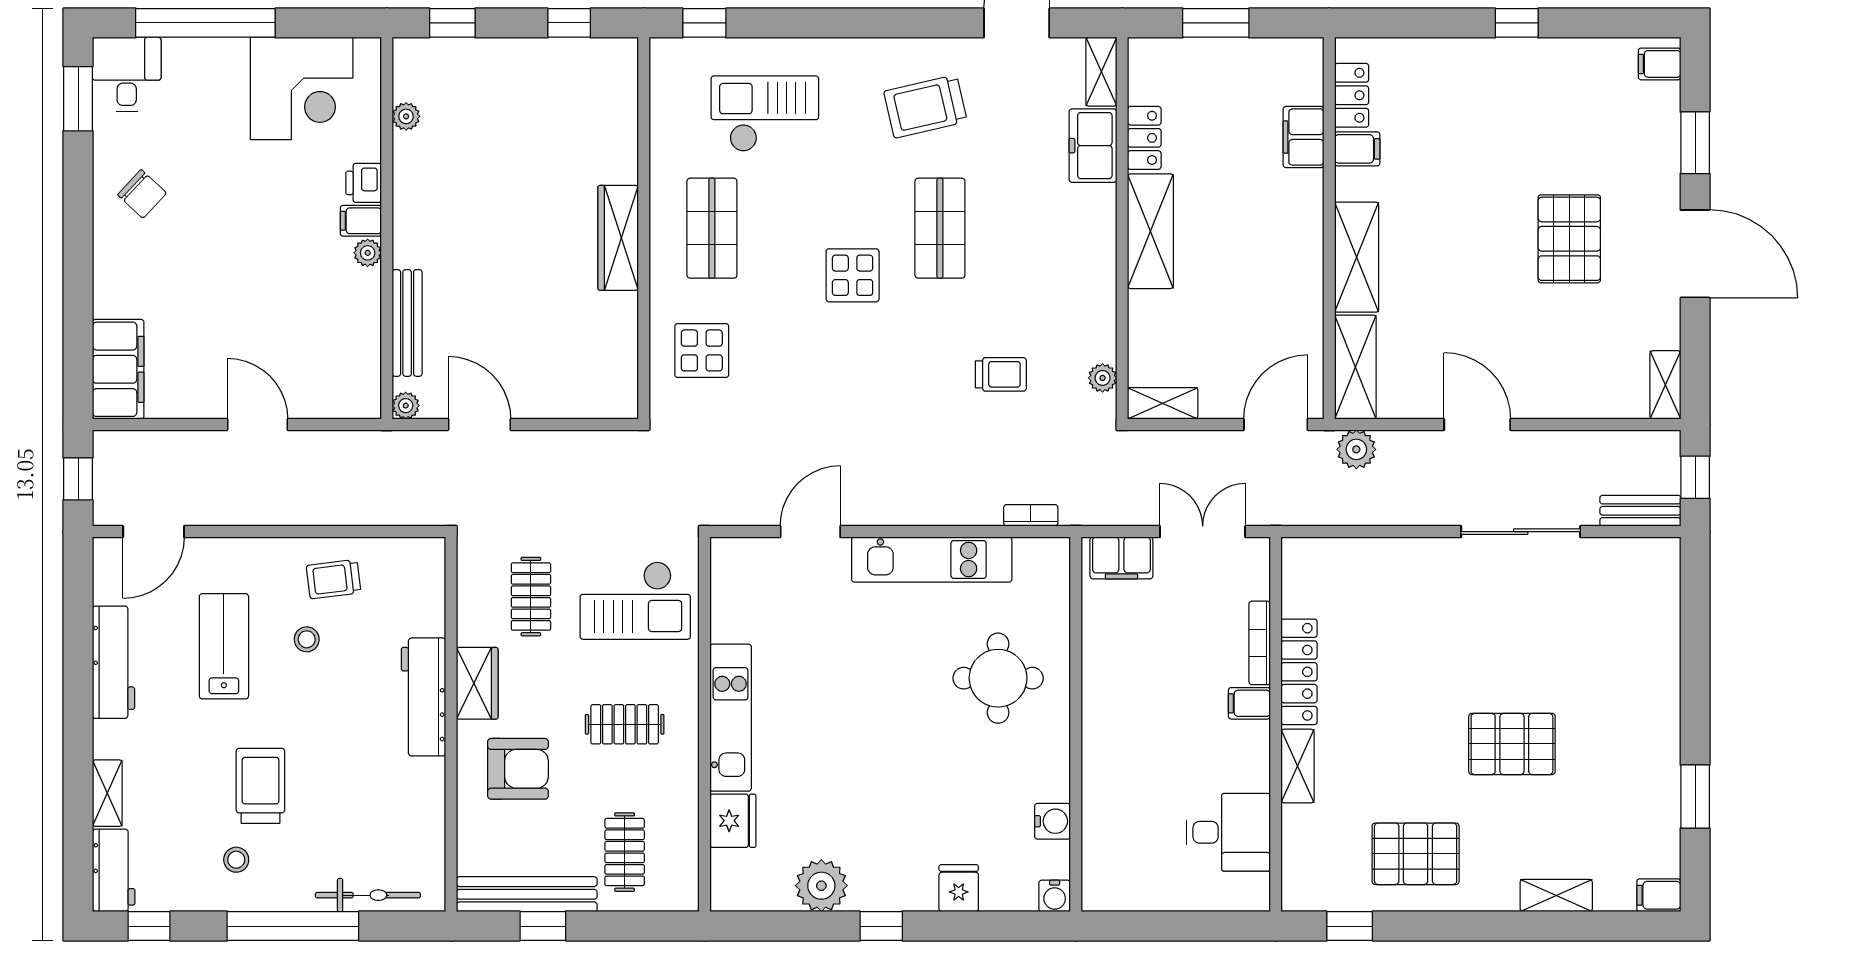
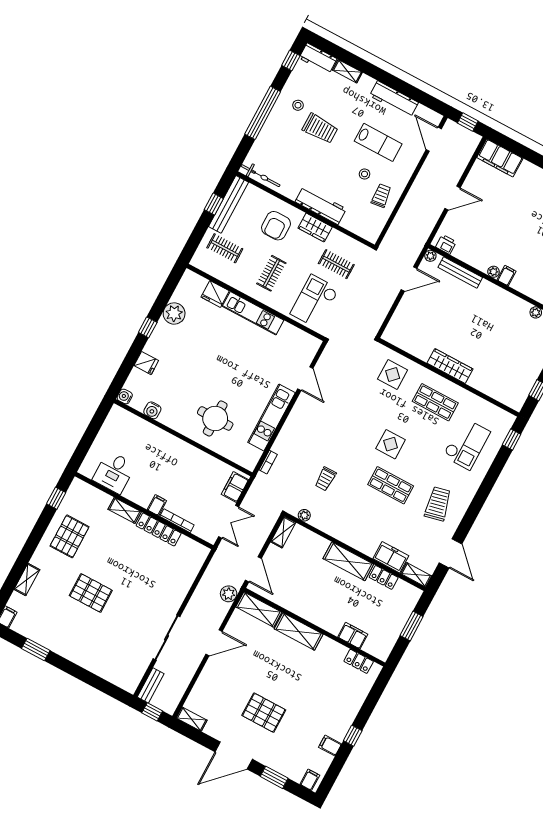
filing cabinet: (1357, 149) -> (330, 746), moved, turned 90
printer: (364, 183) -> (446, 244), moved
pallet: (1512, 744) -> (91, 593), turned 90
bicycle: (368, 895) -> (260, 176), moved, turned -90

